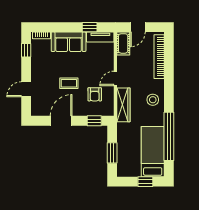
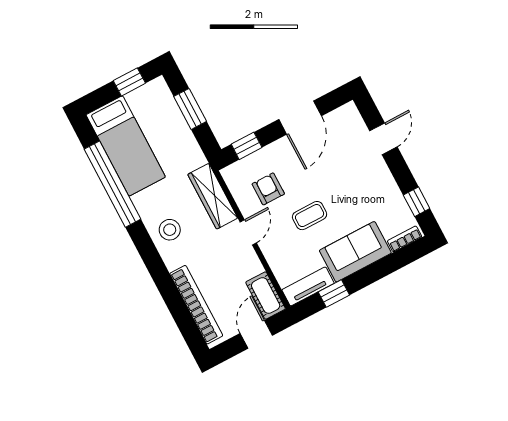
coffee table: (69, 83) -> (310, 216), moved
window: (145, 182) -> (129, 82), moved

